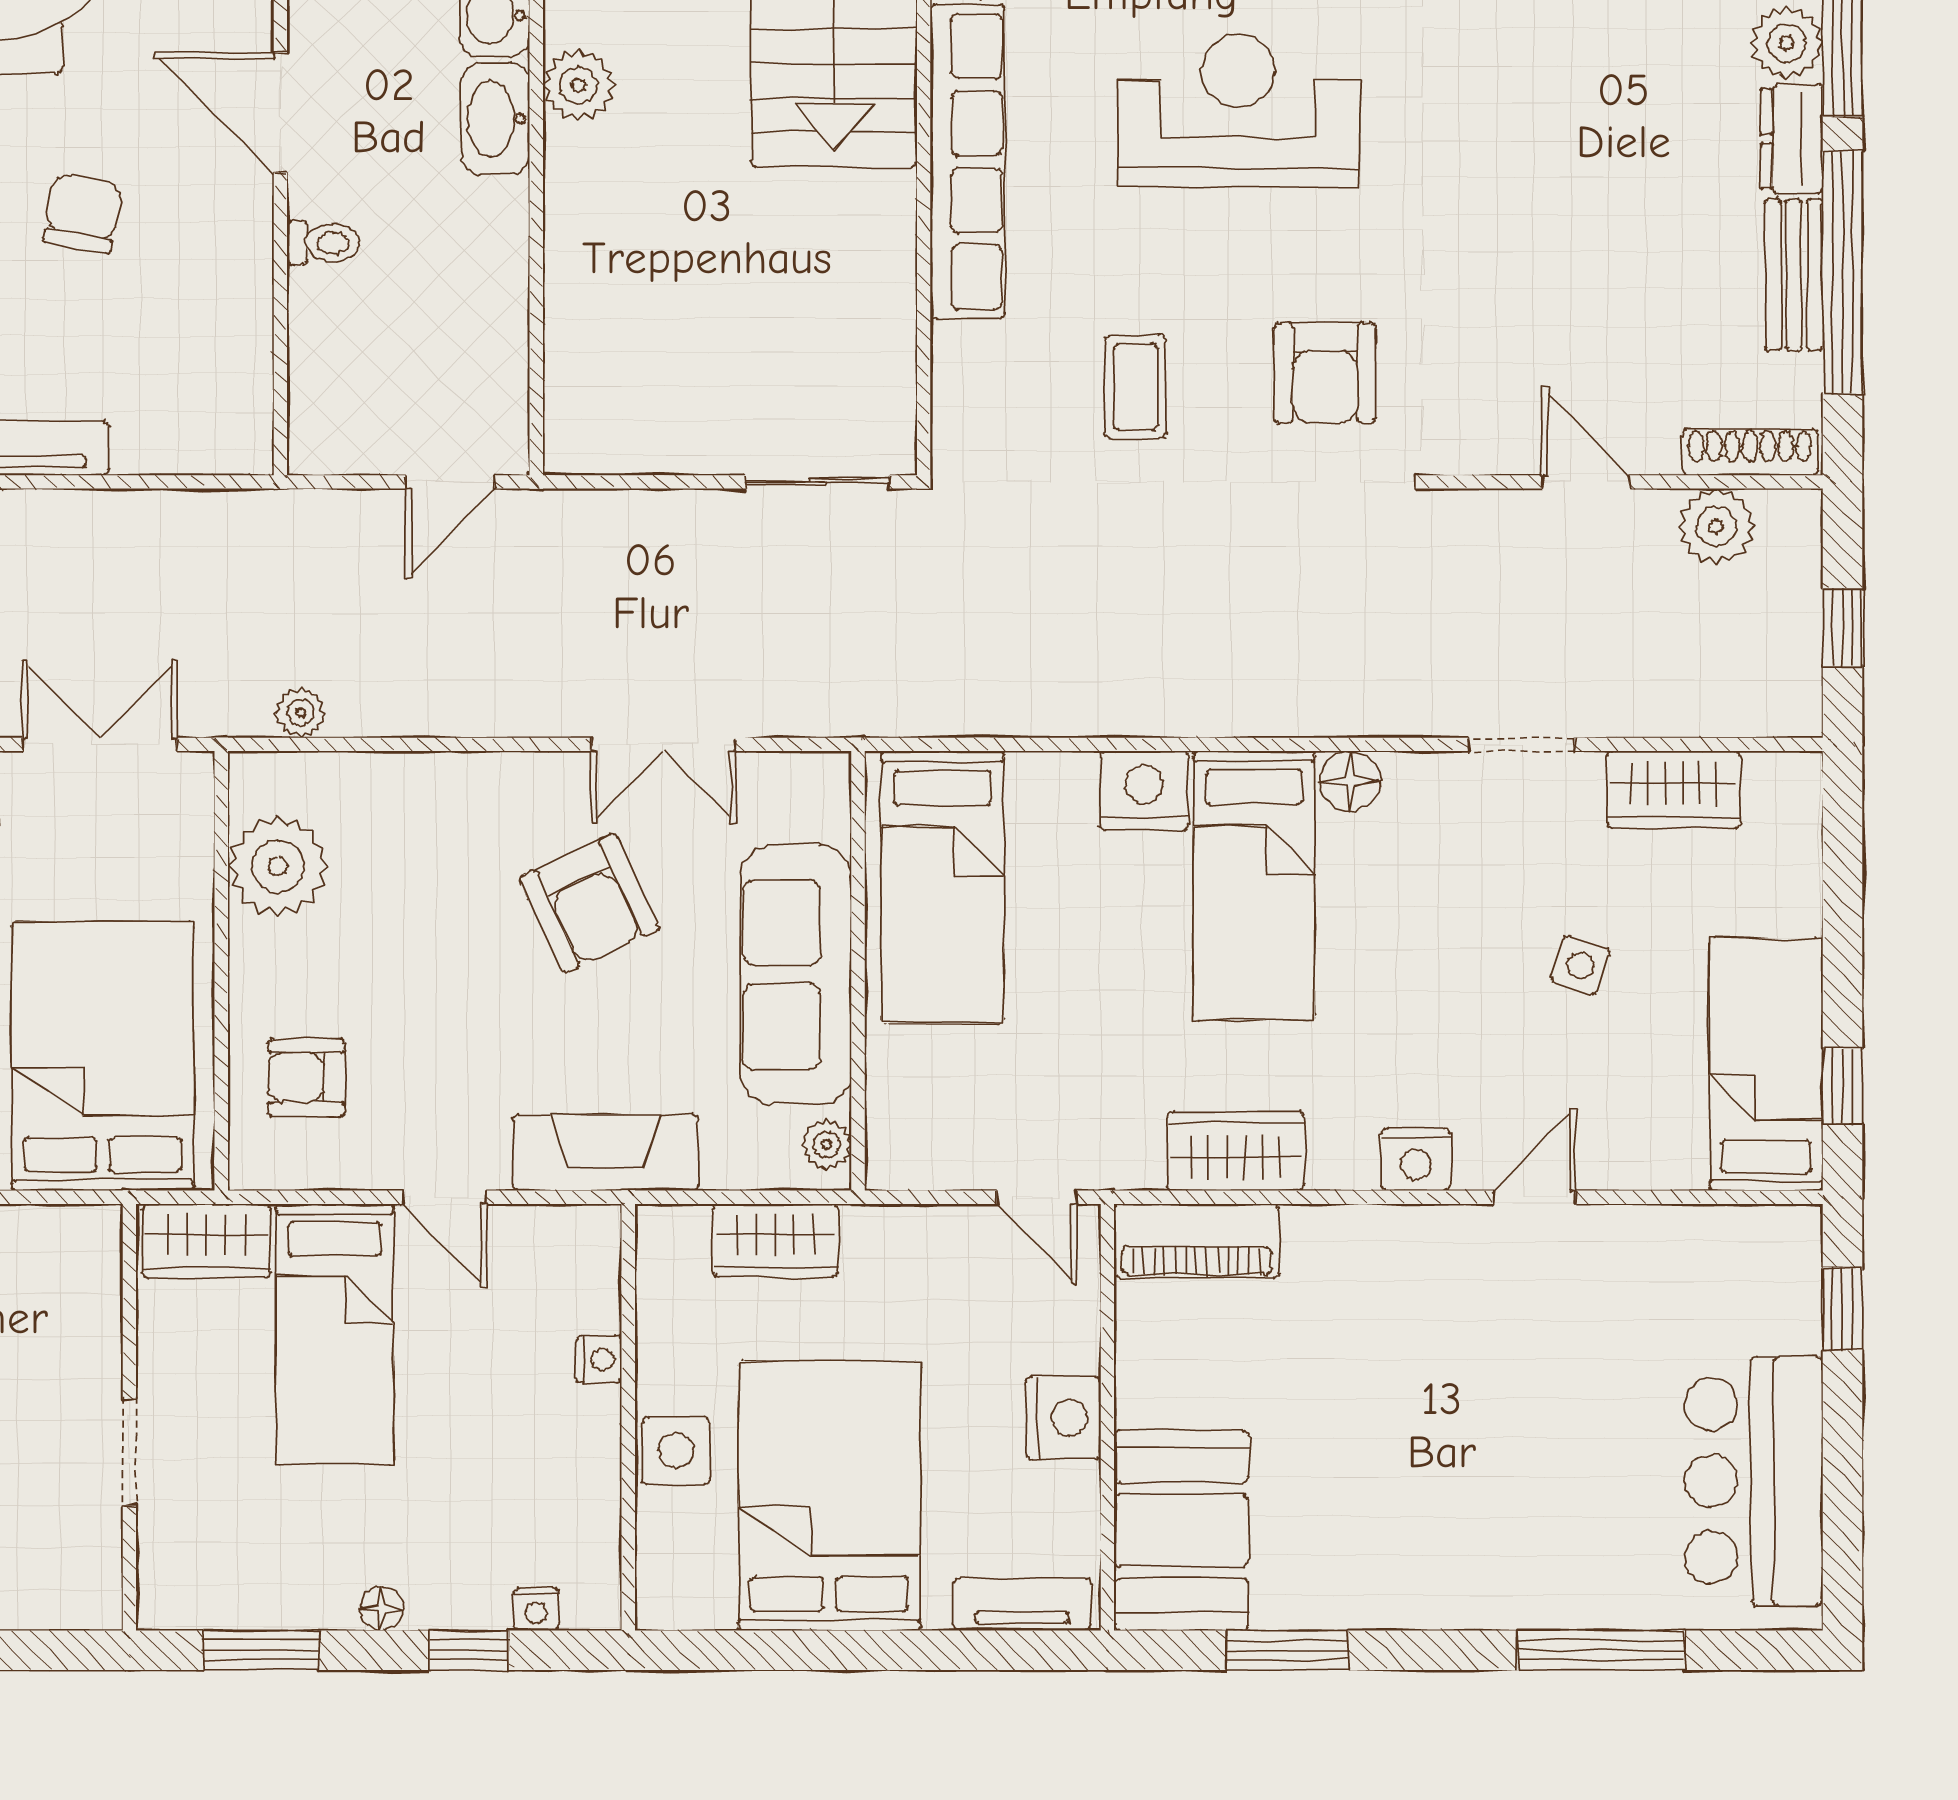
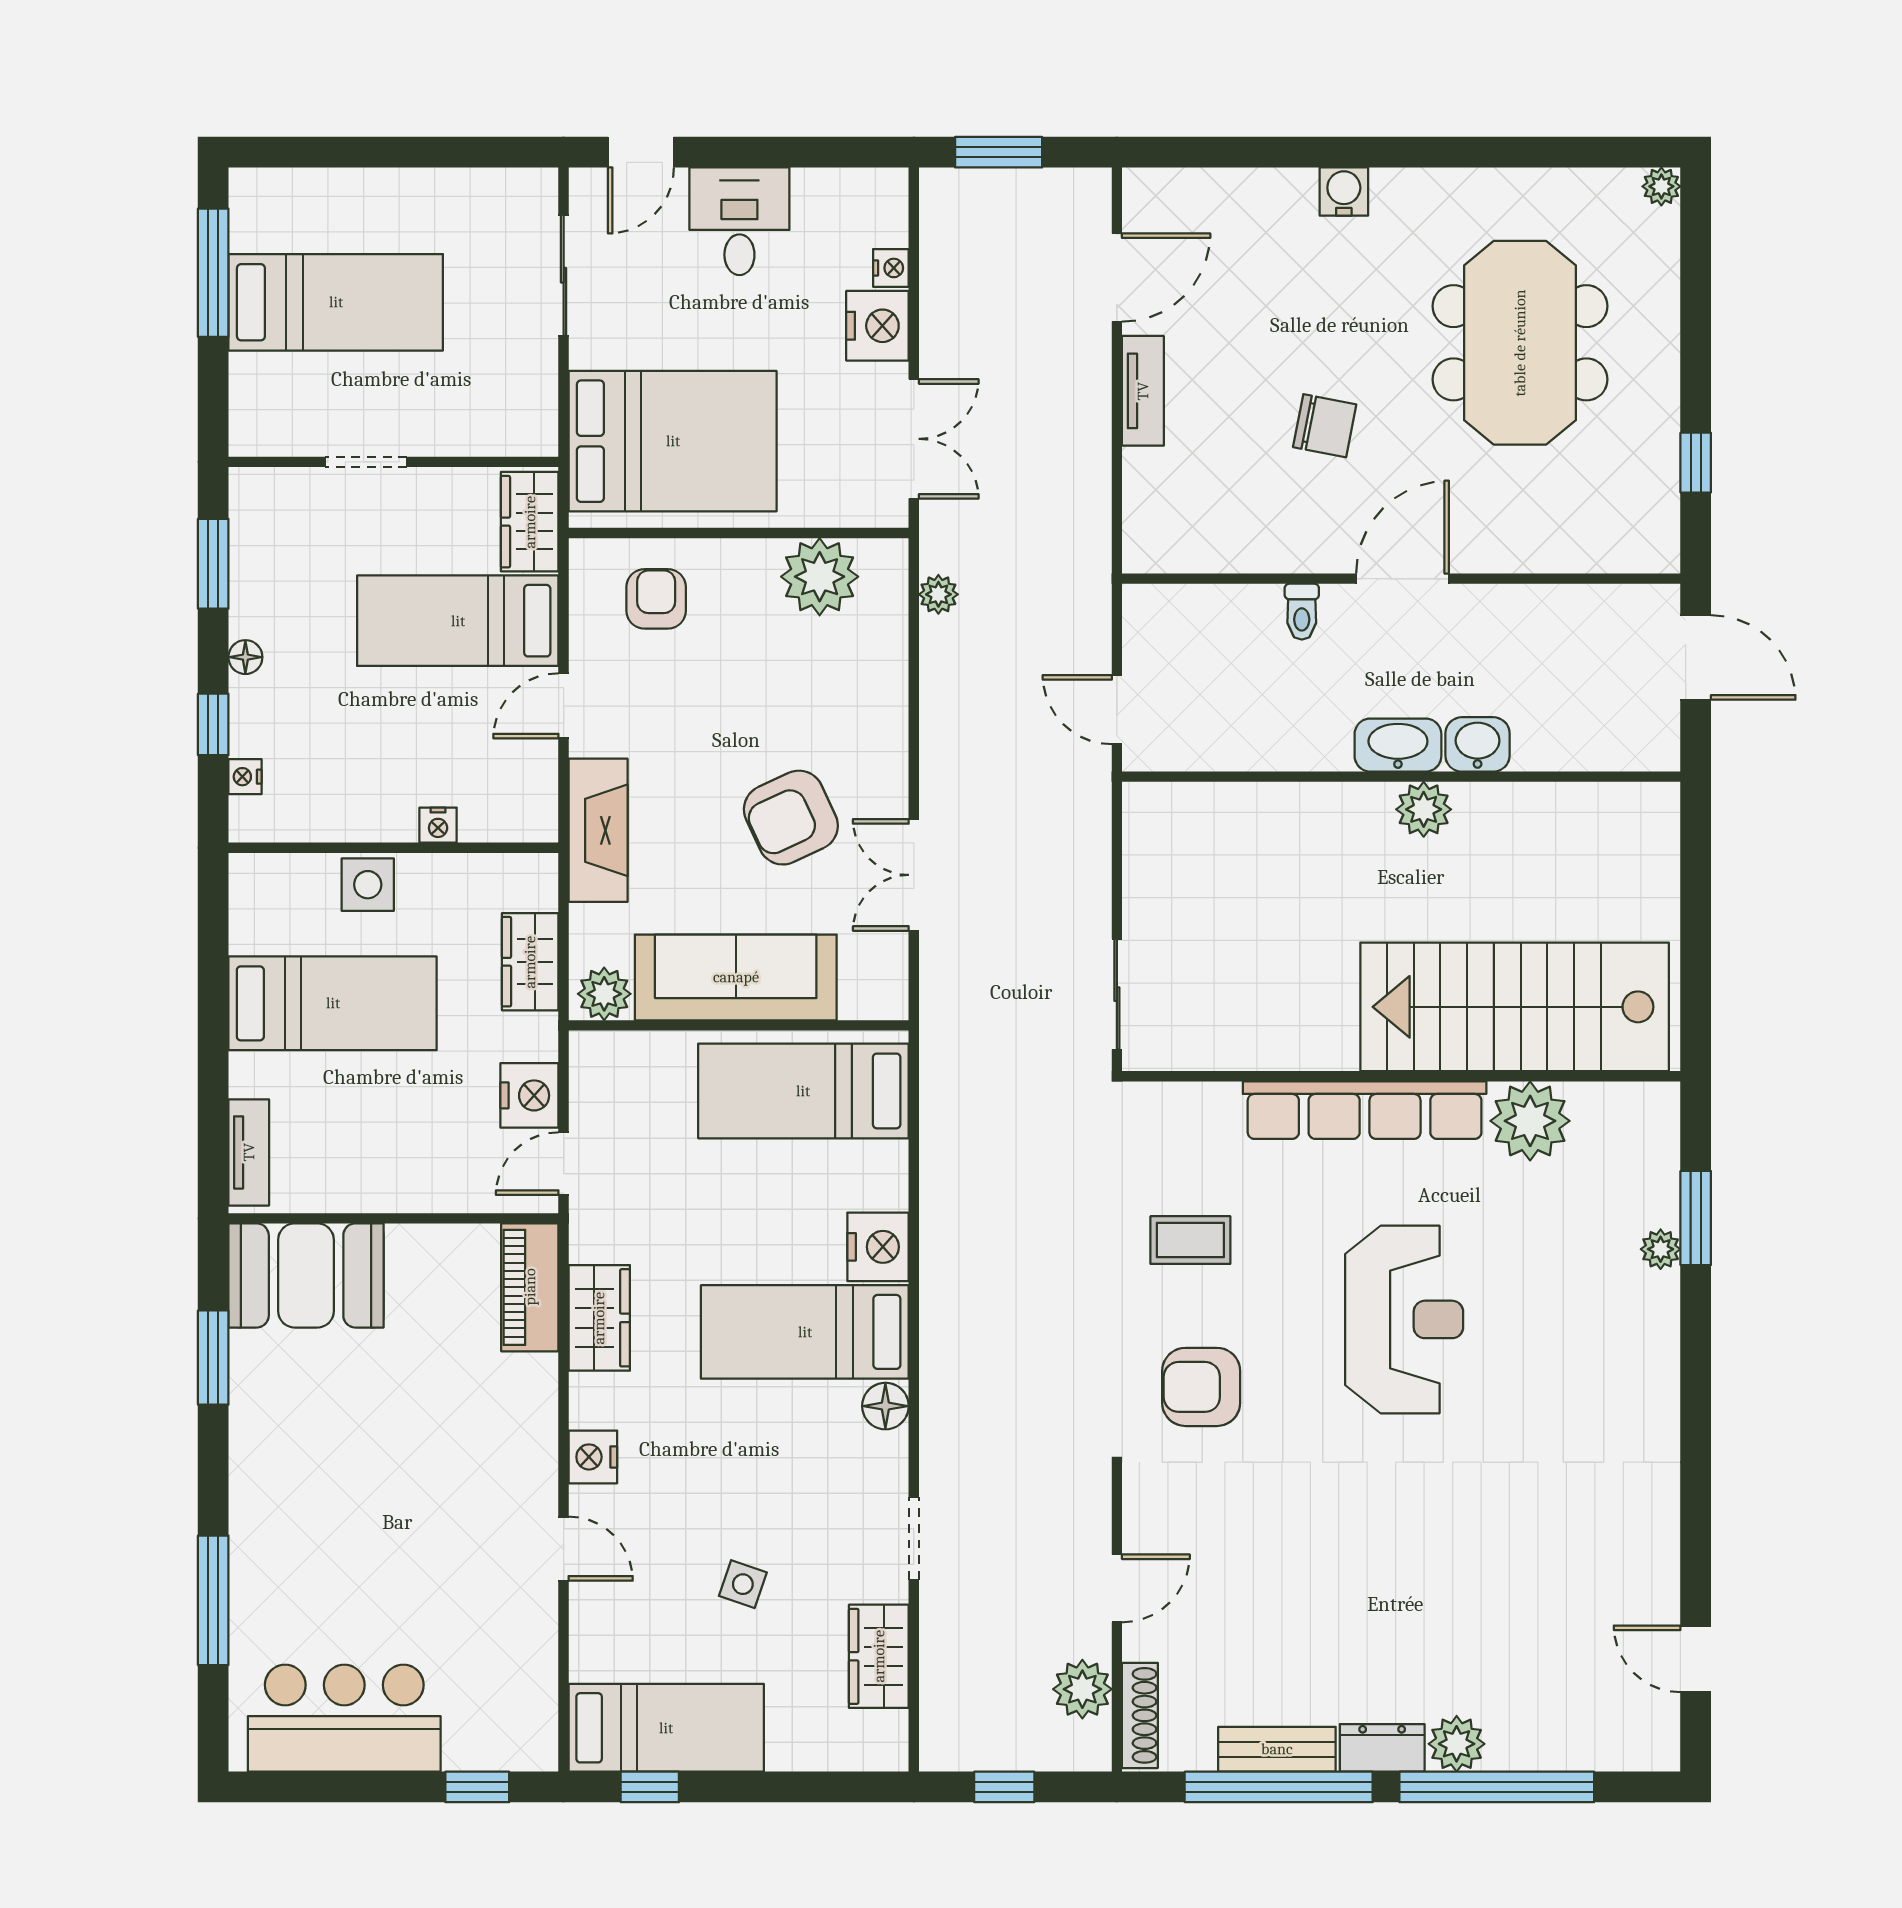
plant: (826, 1145) -> (604, 994), width x1.38, depth x1.38
nightstand: (1063, 1418) -> (529, 1095), moved, turned -90
bed: (829, 1496) -> (333, 1003), width x0.67

